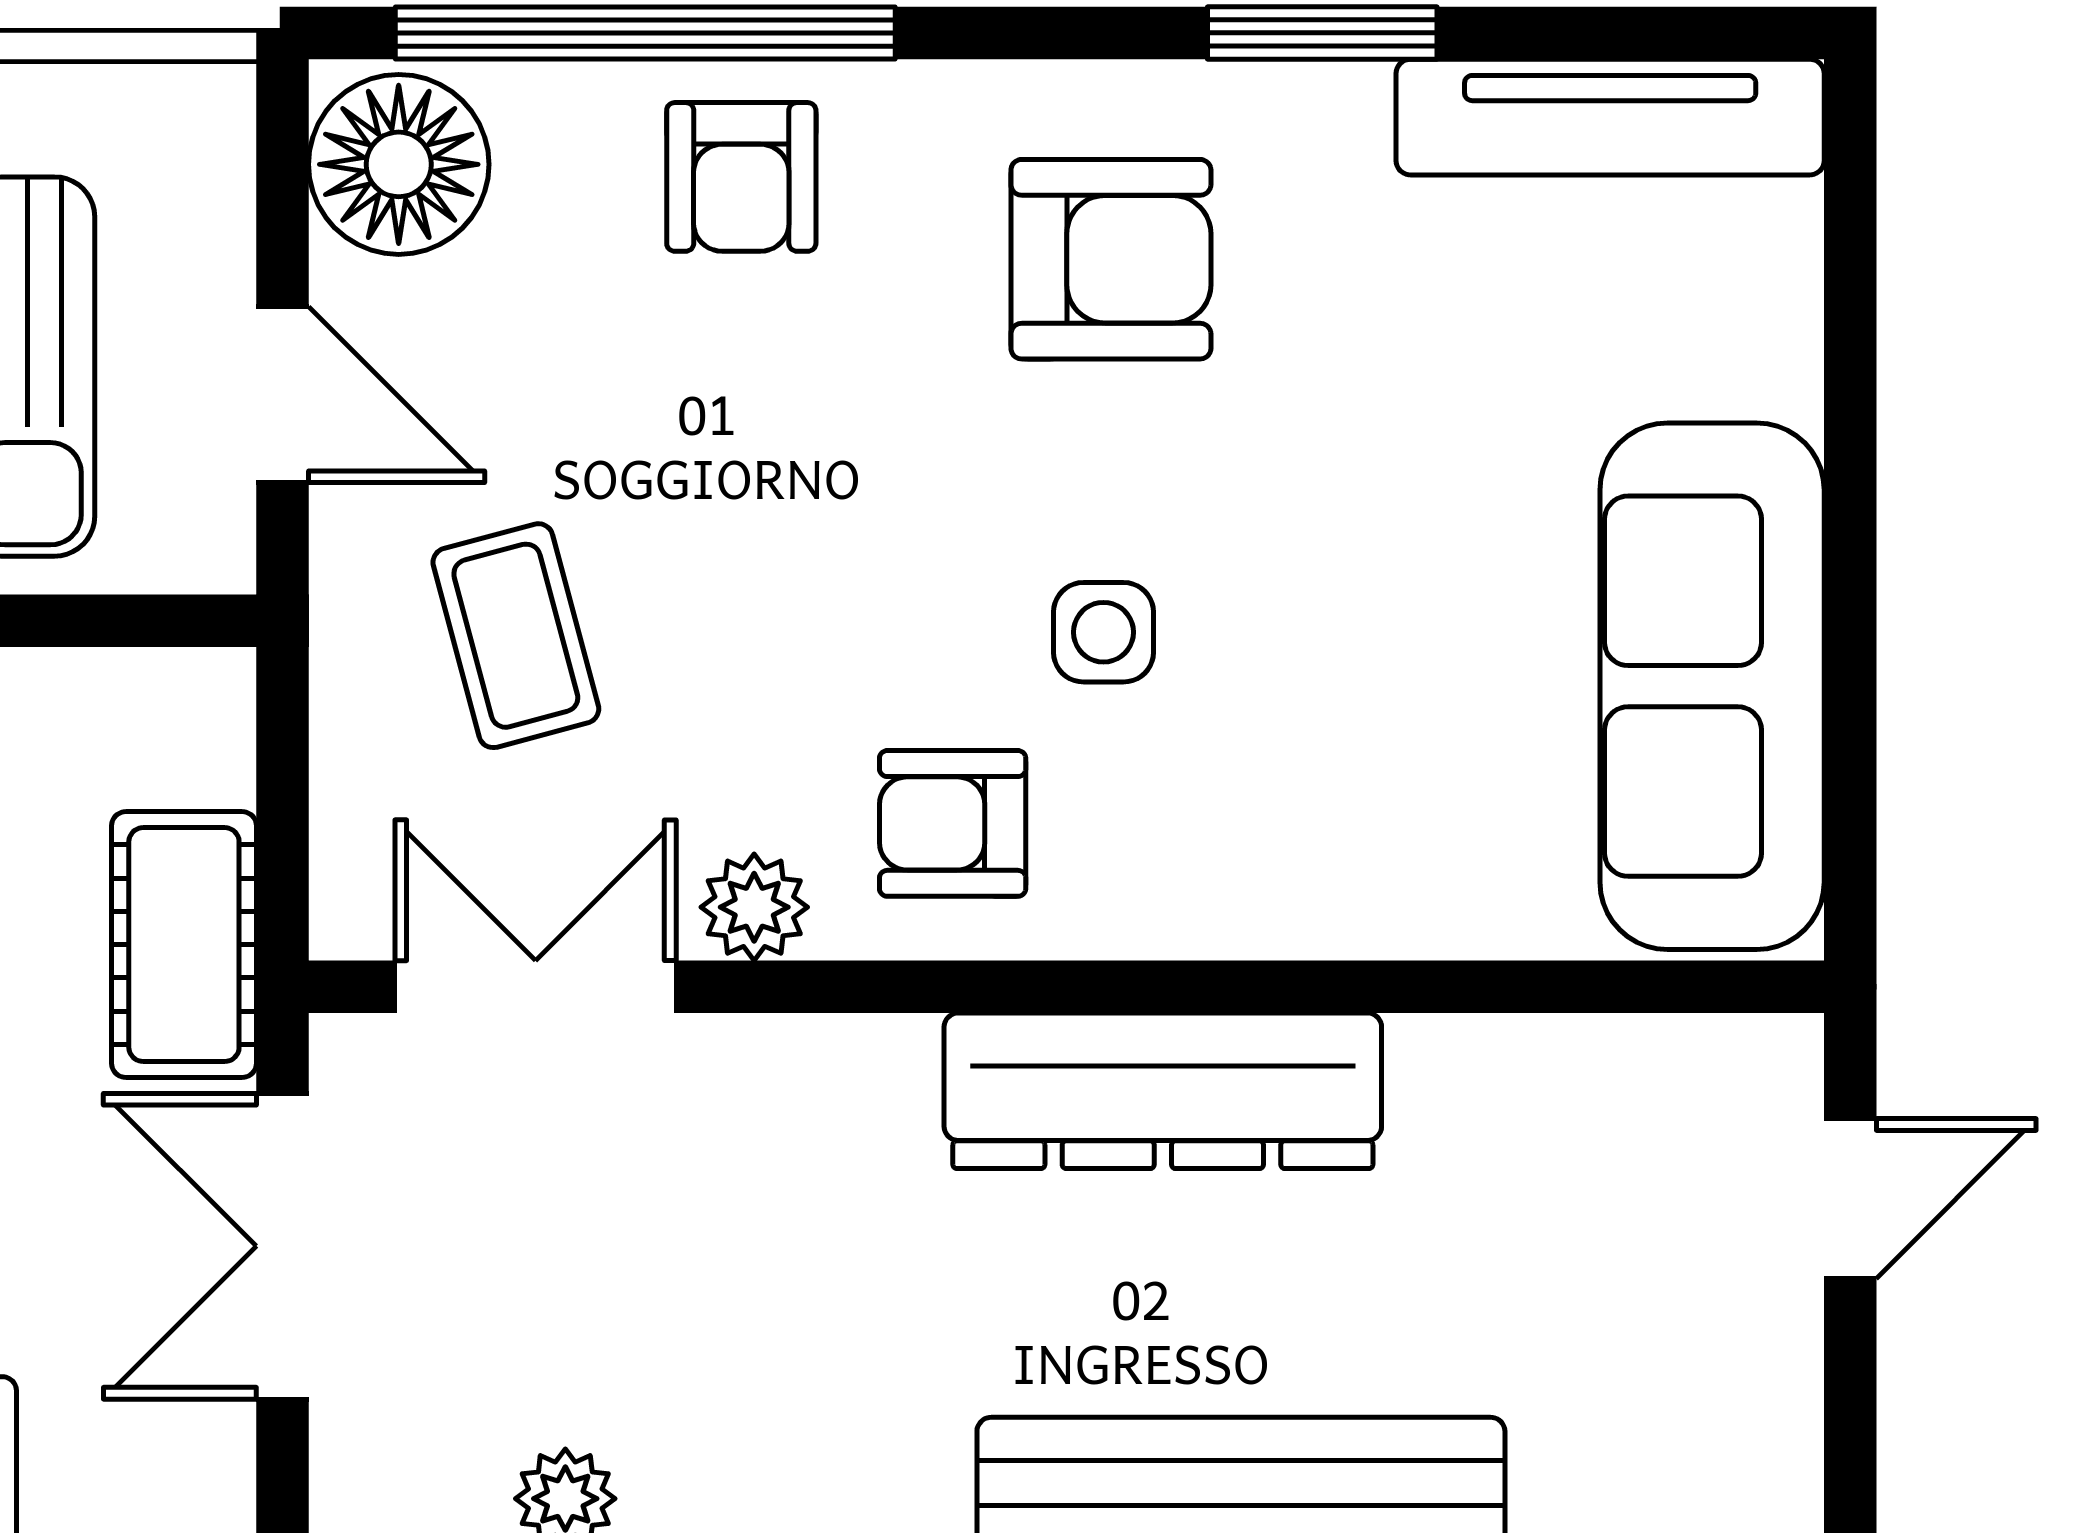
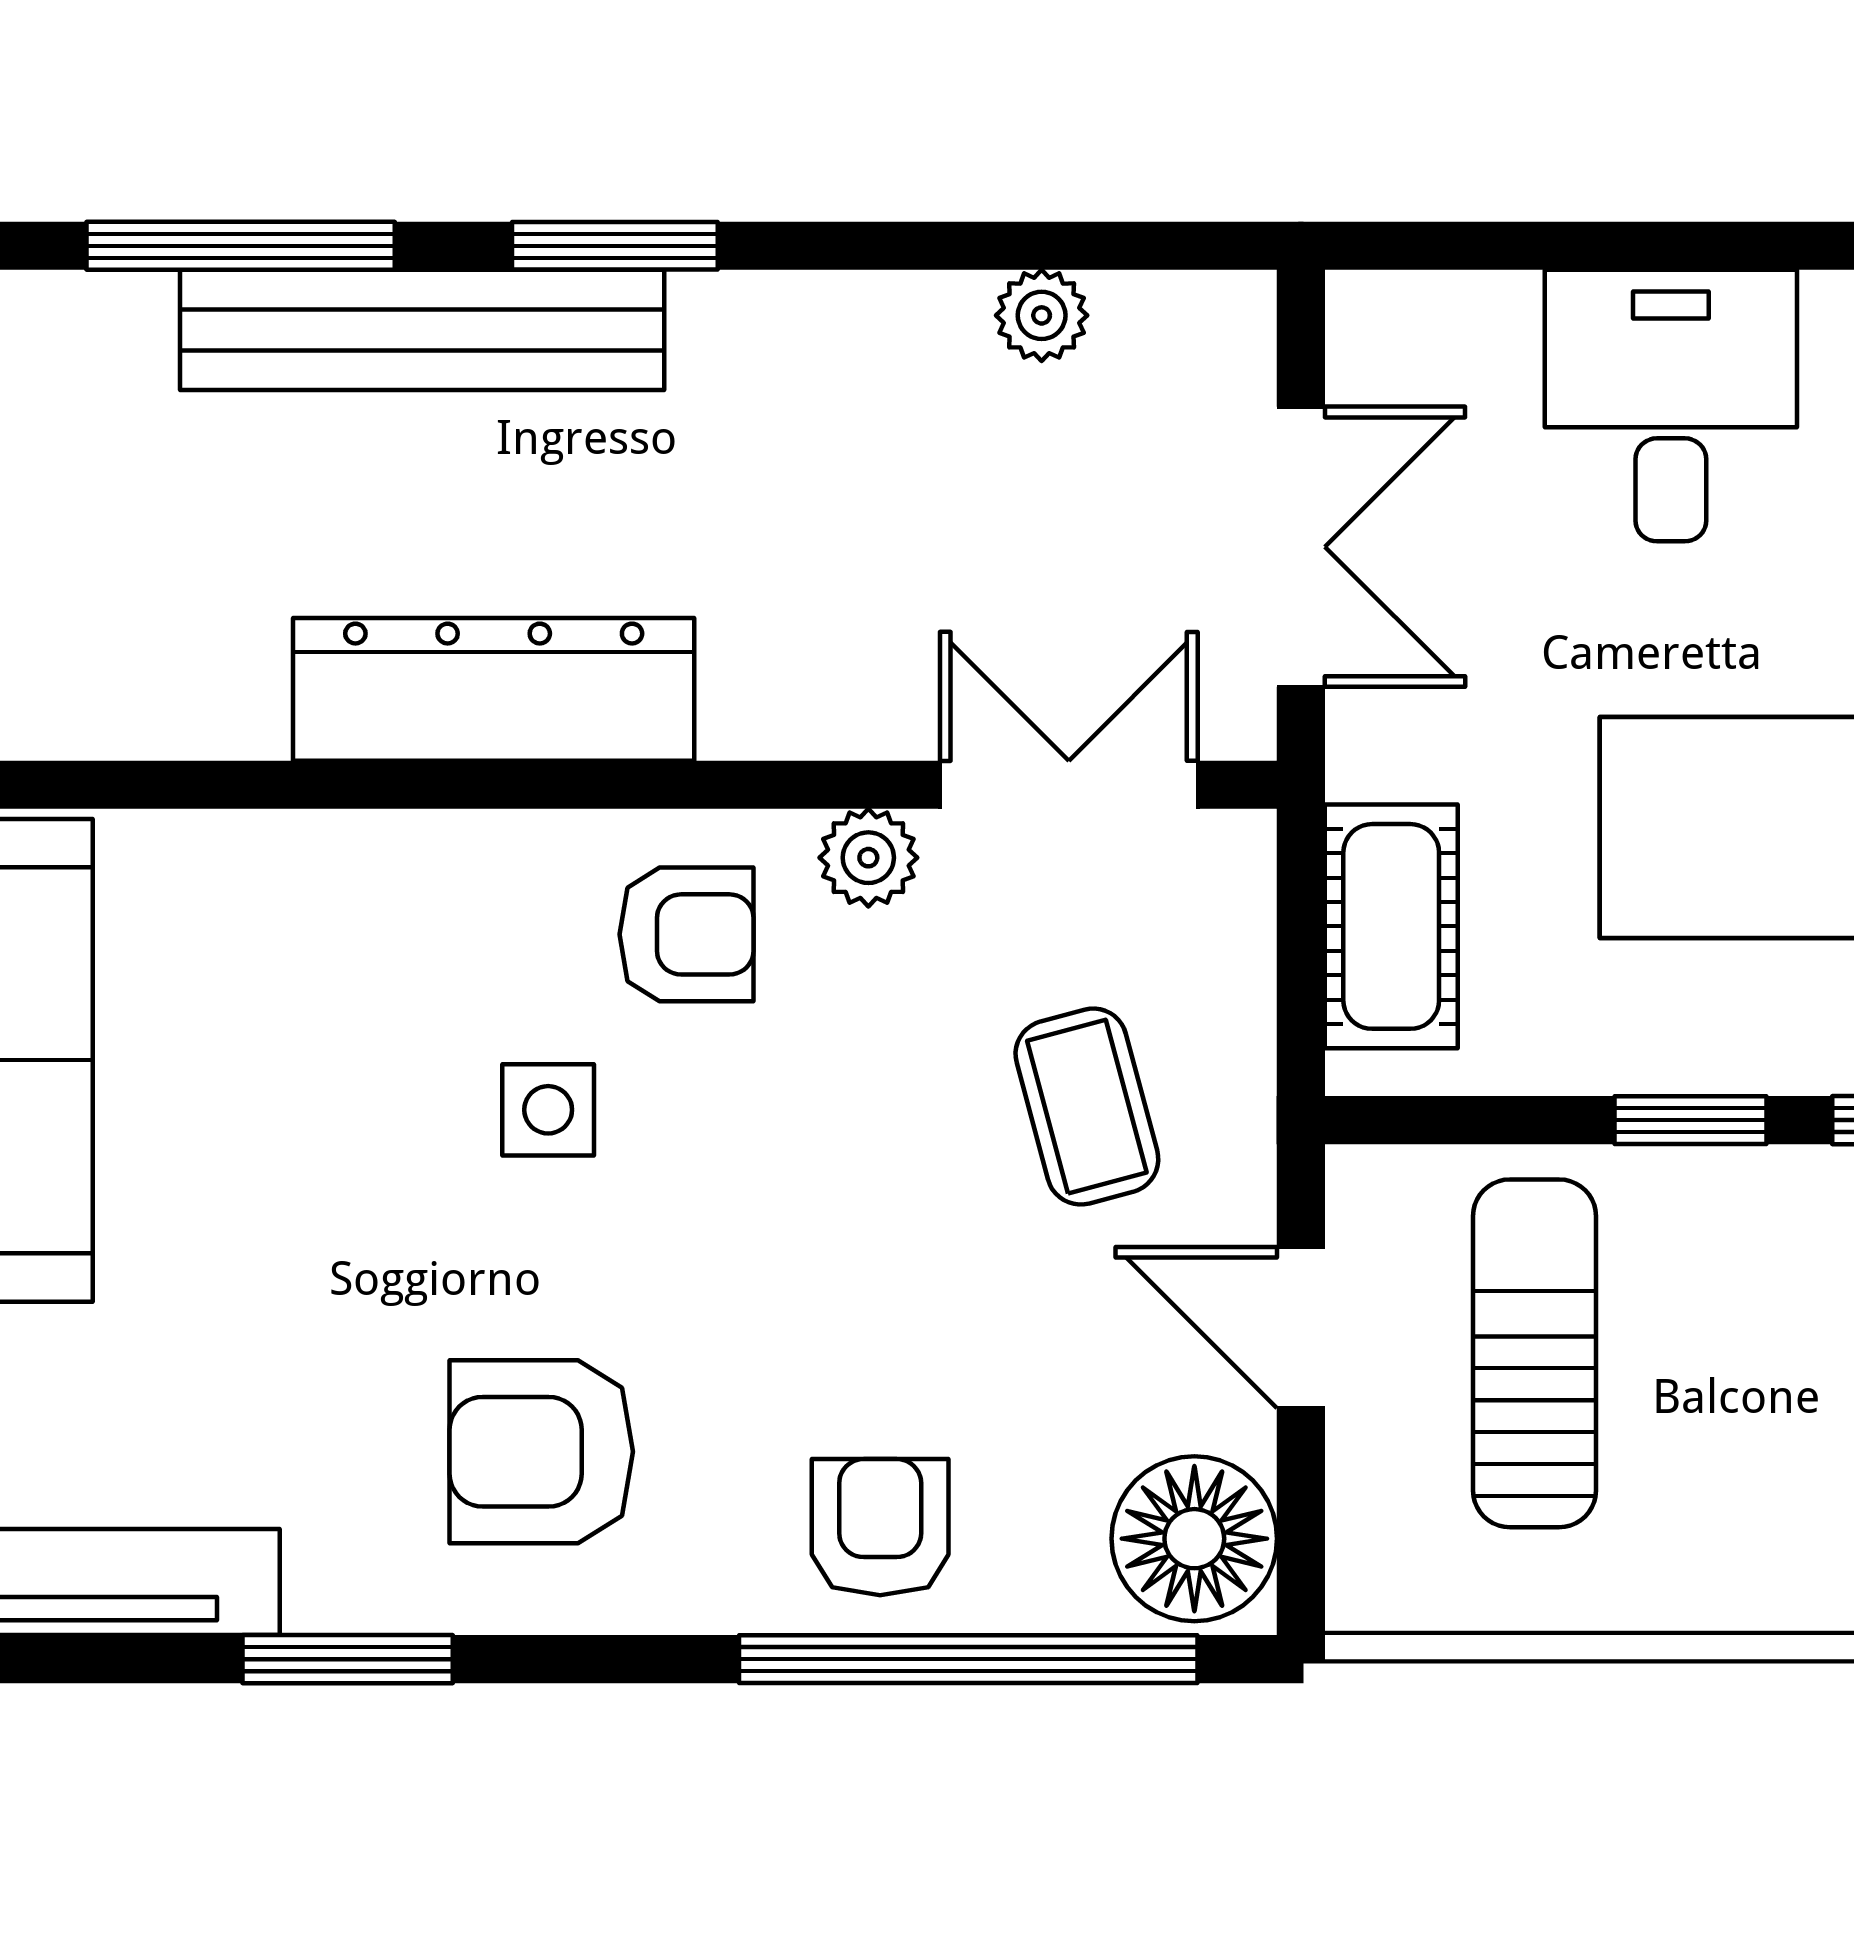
cot: (184, 945) -> (1391, 926), moved
double door: (536, 987) -> (1069, 785), swing flipped

